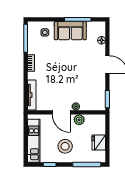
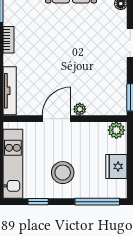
door: (61, 112) -> (56, 119), swing flipped
plant: (79, 120) -> (116, 130), moved

